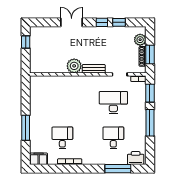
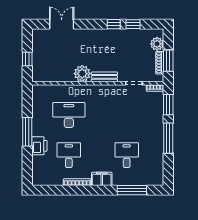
double door: (72, 22) -> (62, 24), moved
window: (26, 42) -> (27, 59), moved
desk: (113, 102) -> (69, 115), moved
window: (26, 128) -> (27, 132), moved
printer: (136, 158) -> (39, 146), moved, turned 90
filing cabinet: (39, 159) -> (102, 179), moved

